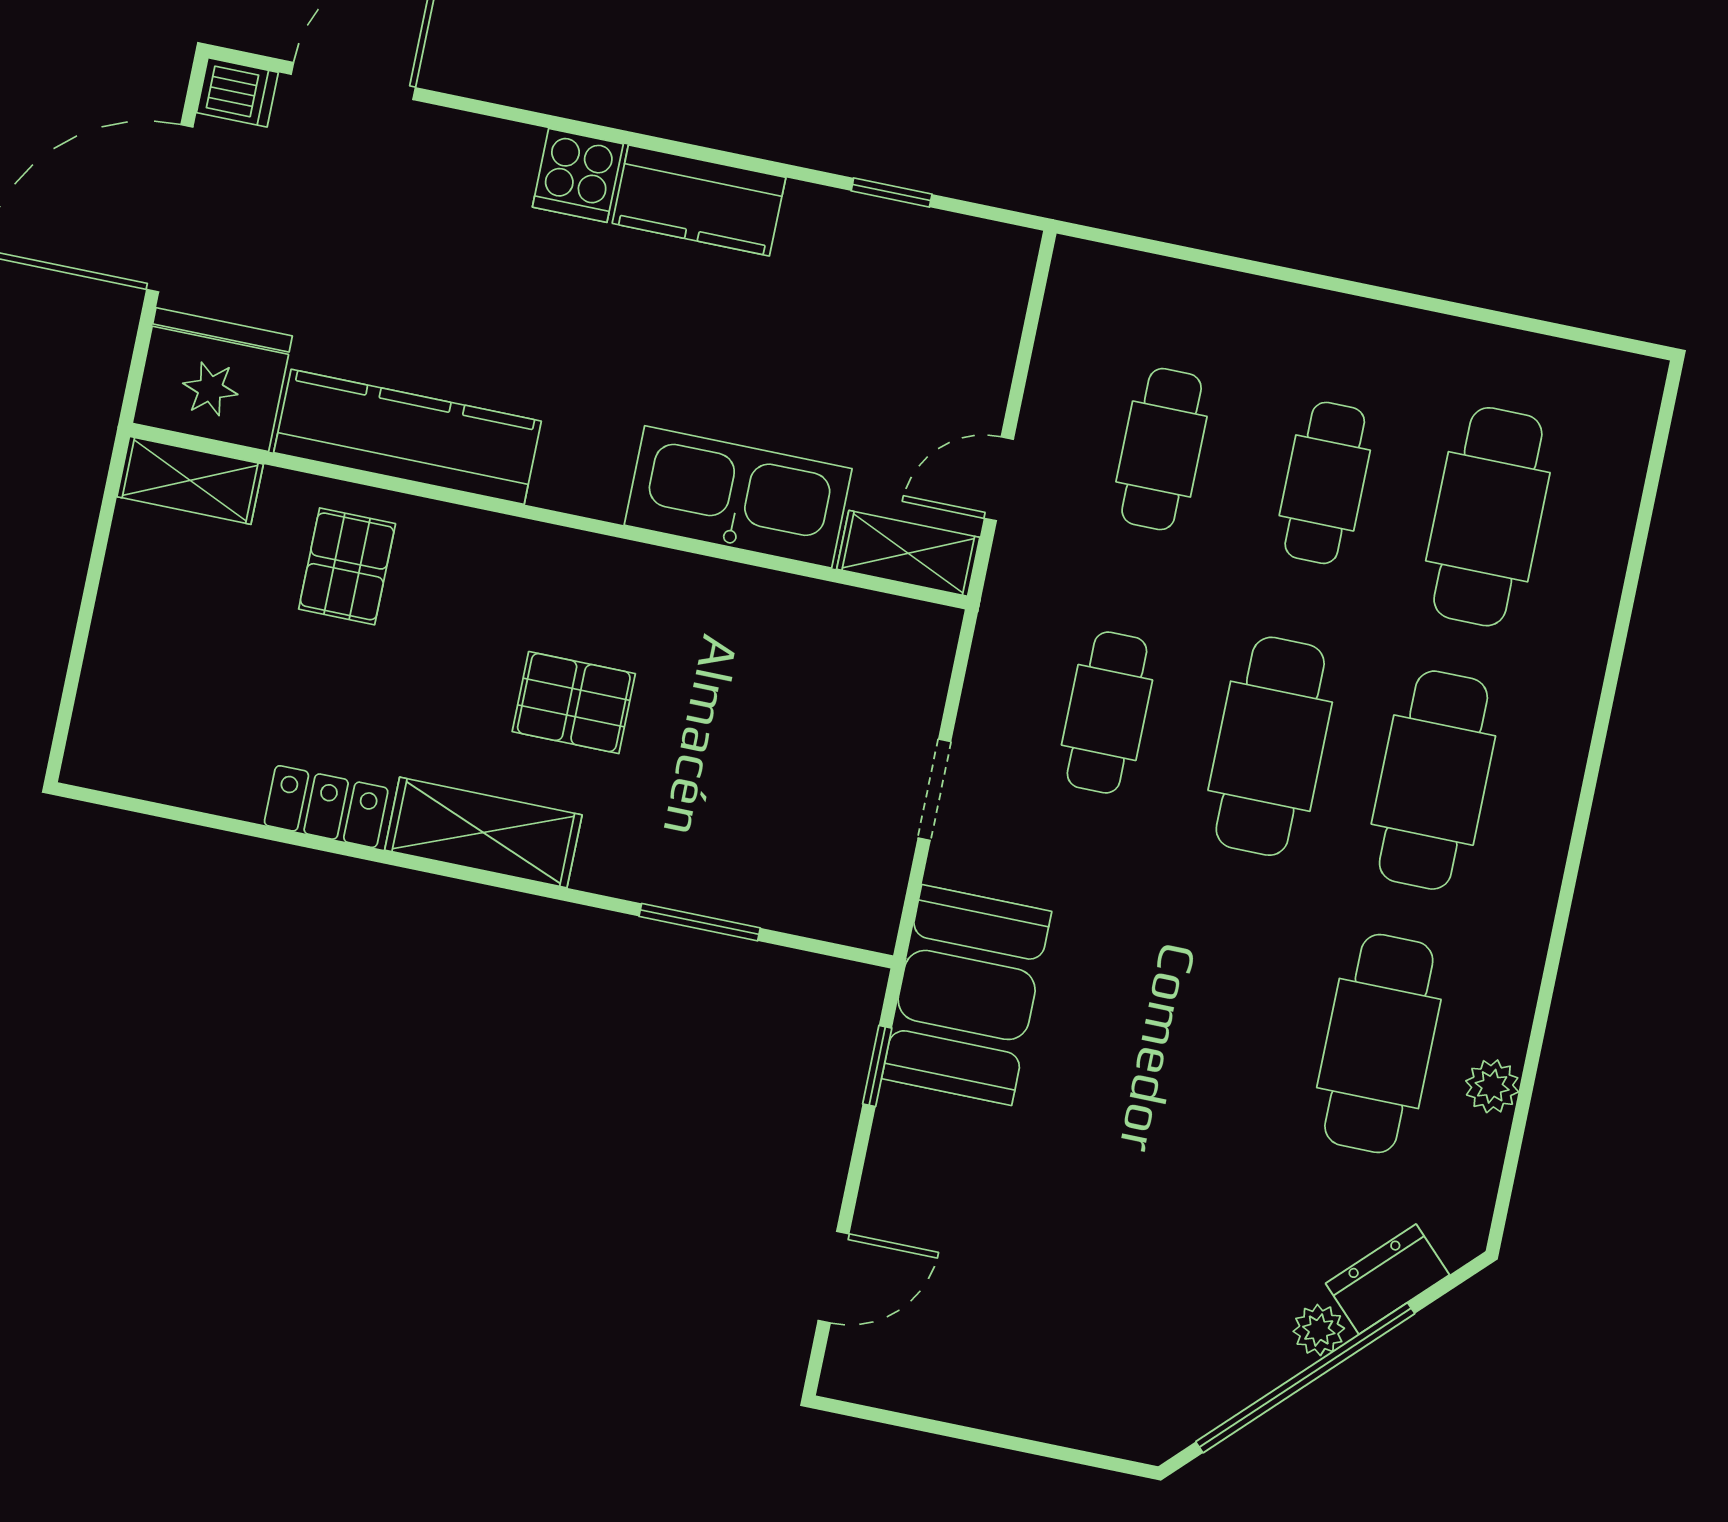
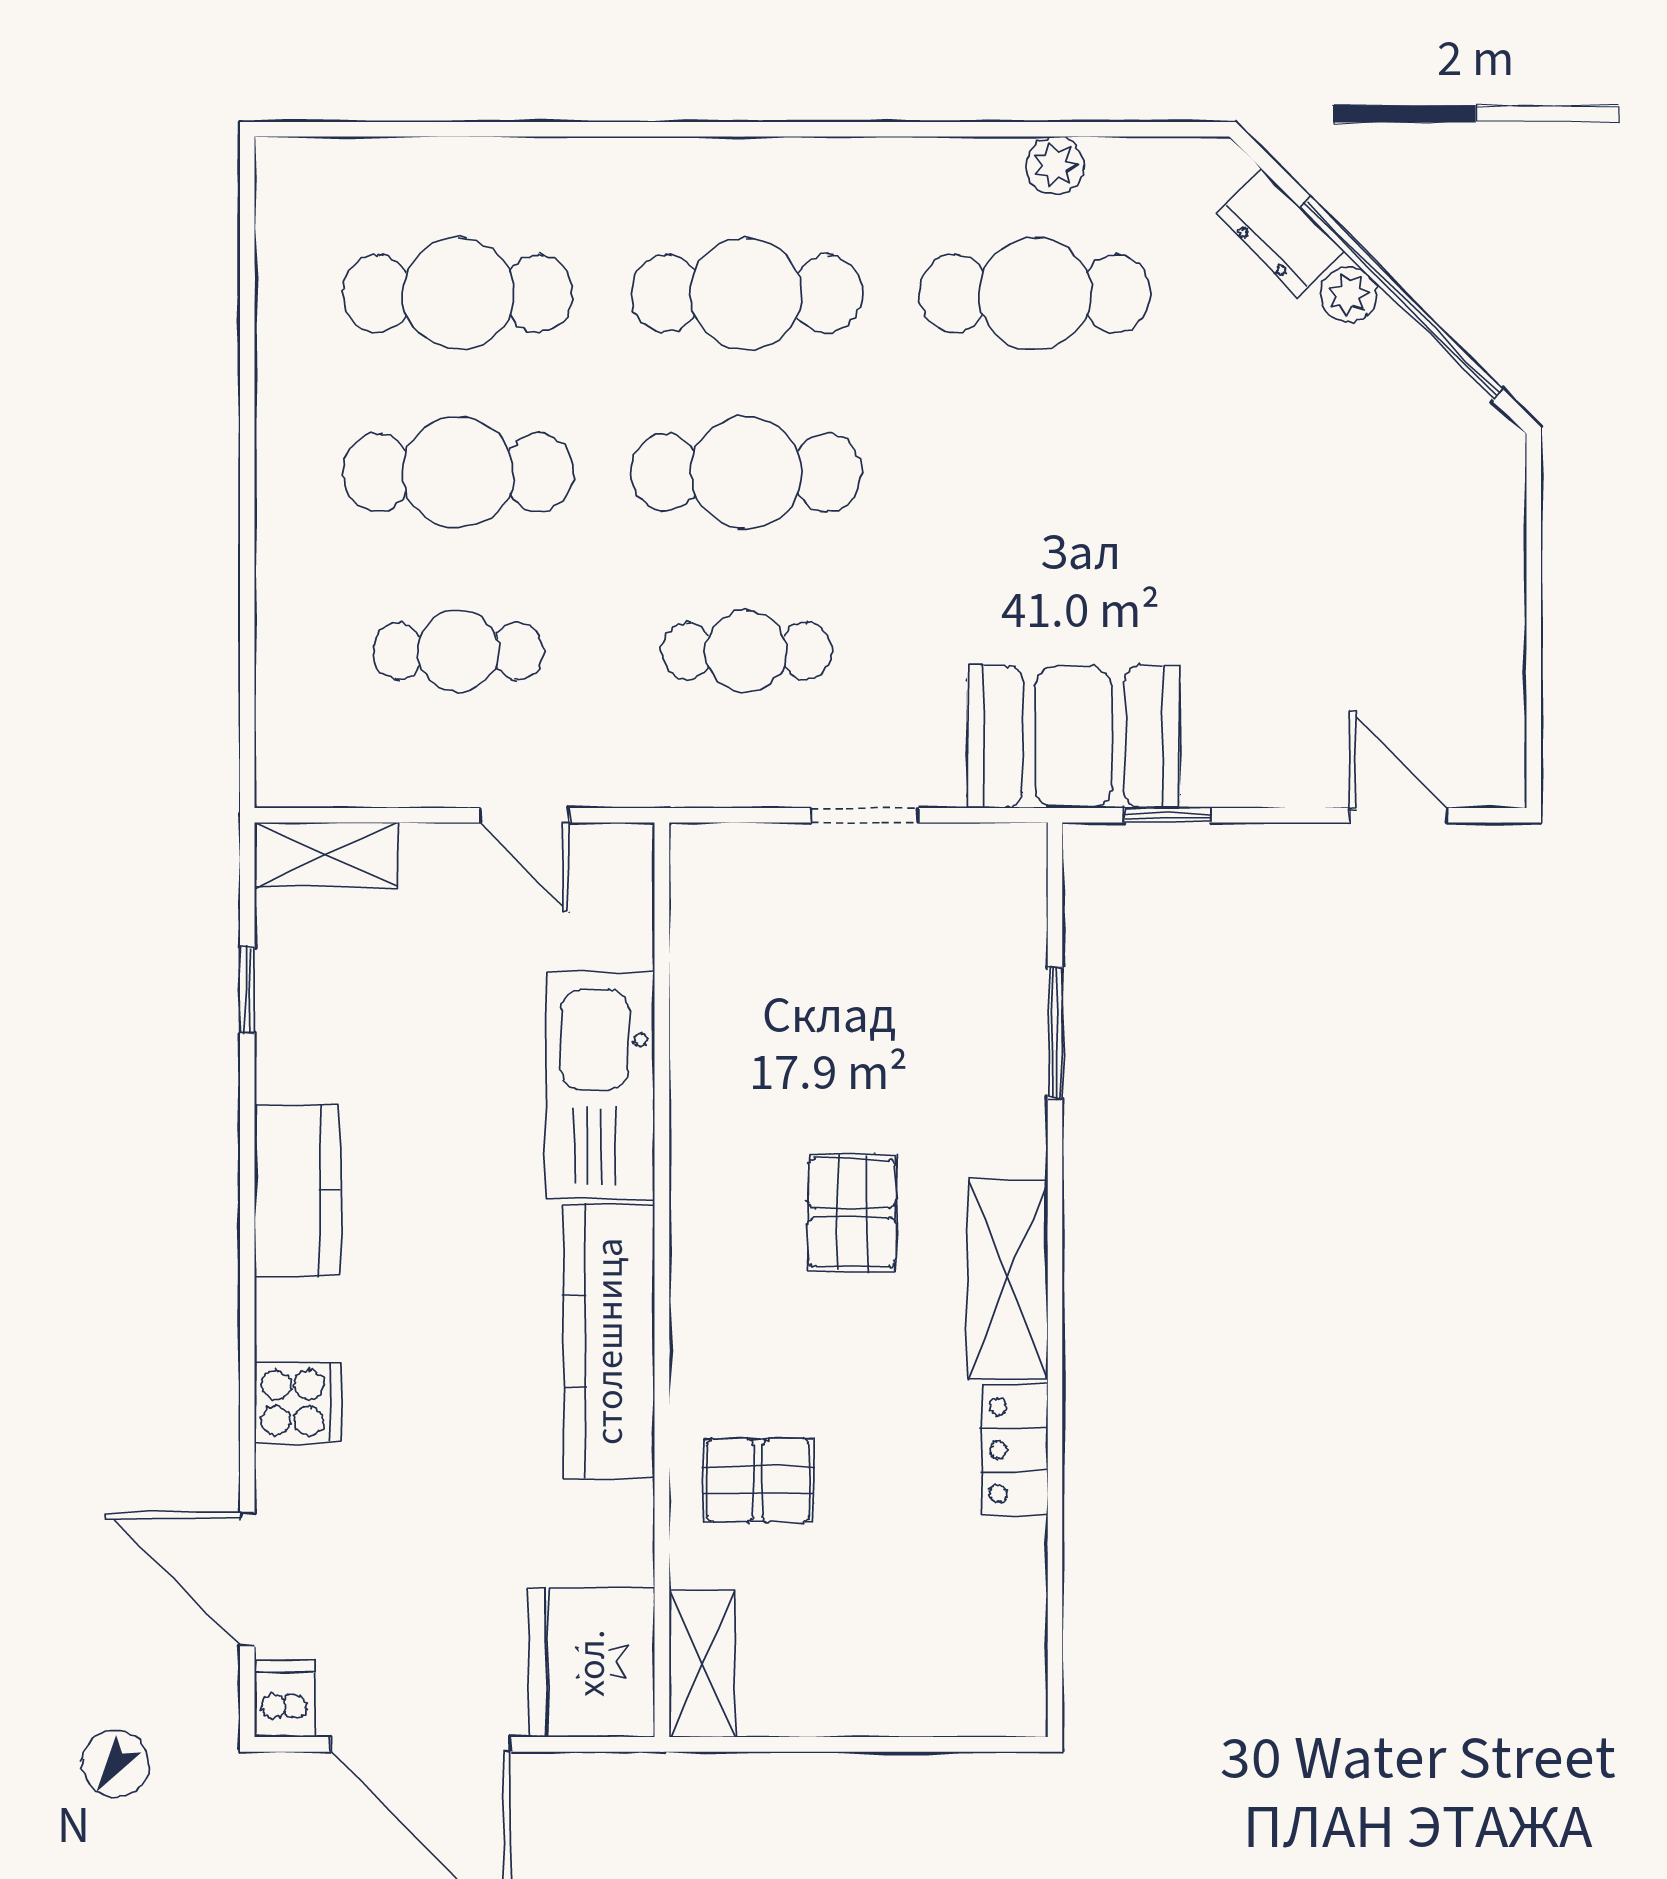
cooker: (578, 175) -> (298, 1403), moved
kitchen counter: (408, 437) -> (609, 1341), moved
cafe table: (1325, 483) -> (458, 472), width x1.37, depth x1.35
shelving: (908, 553) -> (326, 855), moved, turned 90

